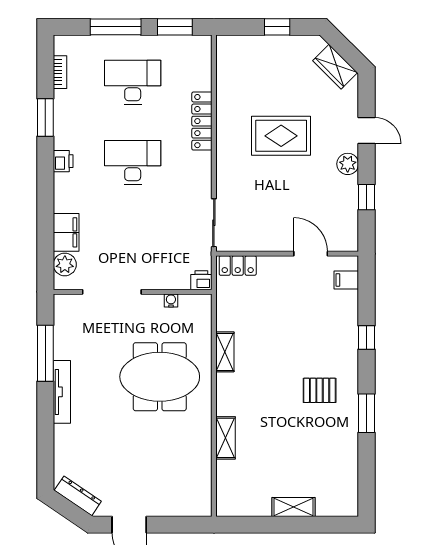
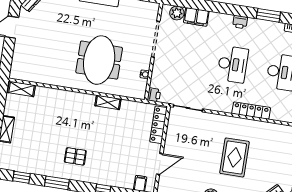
locker: (238, 266) -> (158, 125), width x1.53
pallet: (320, 390) -> (75, 156), turned 90
shelving: (225, 438) -> (21, 89), moved
window: (366, 471) -> (22, 177), added

